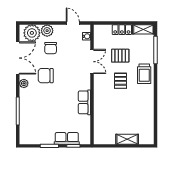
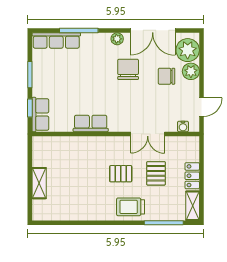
row of seats: (25, 127) -> (56, 40), added
row of seats: (67, 138) -> (40, 115), moved

